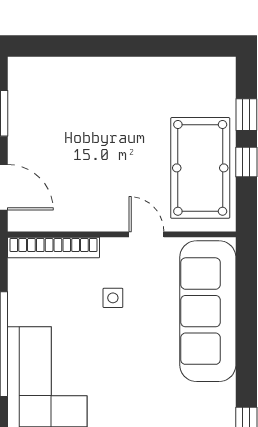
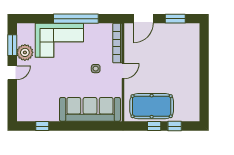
door: (146, 234) -> (123, 71), moved

